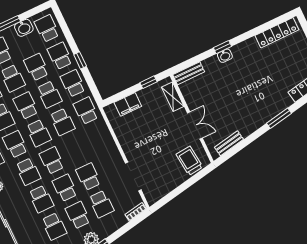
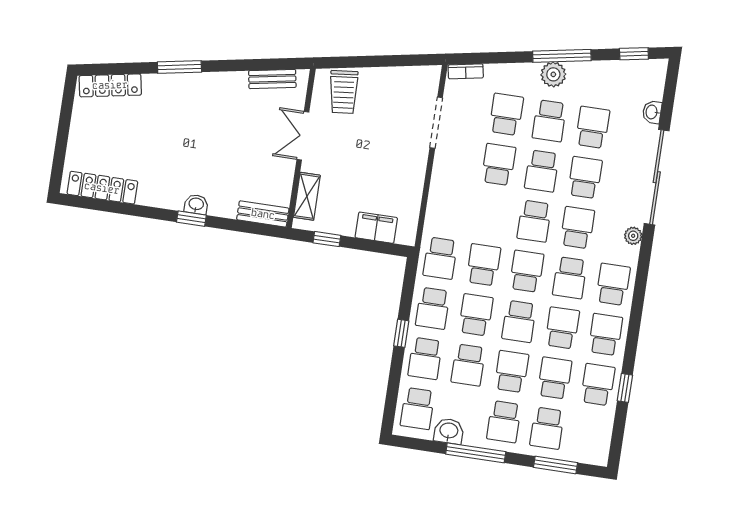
school desk: (88, 177) -> (499, 164), turned 180

